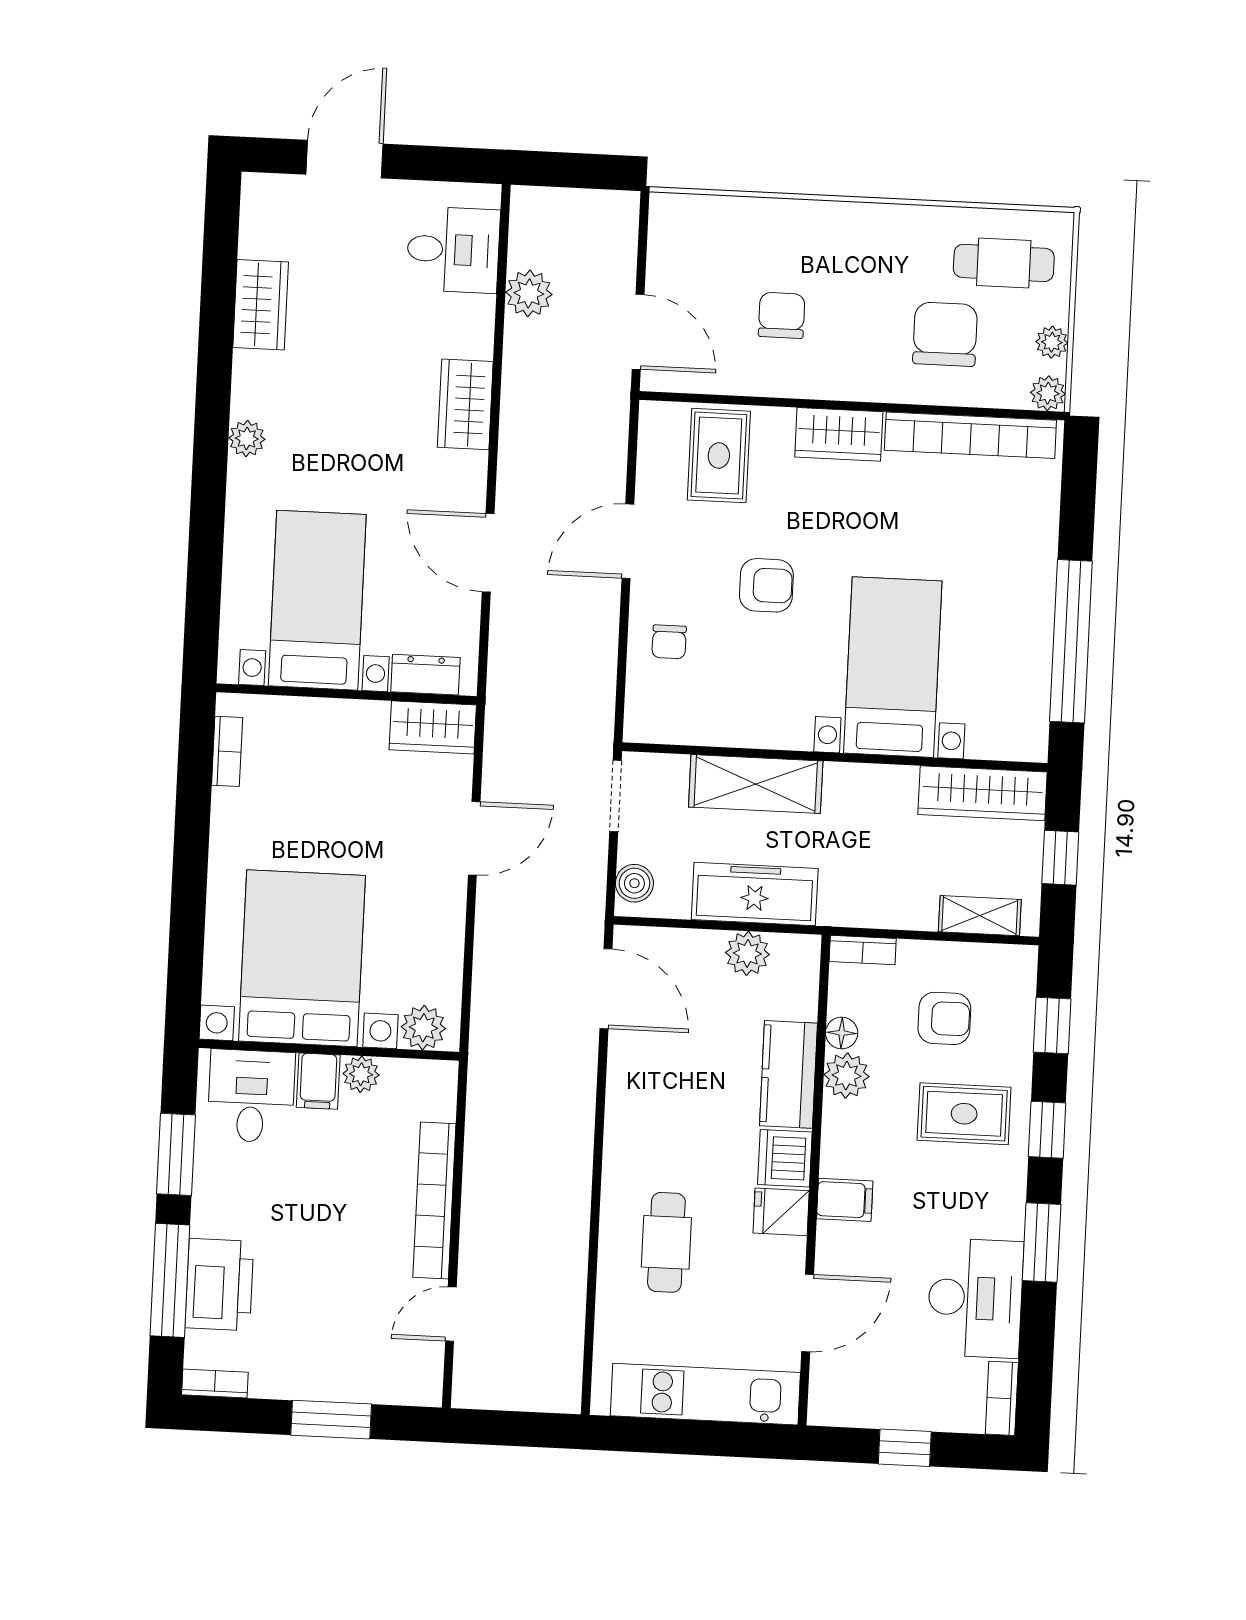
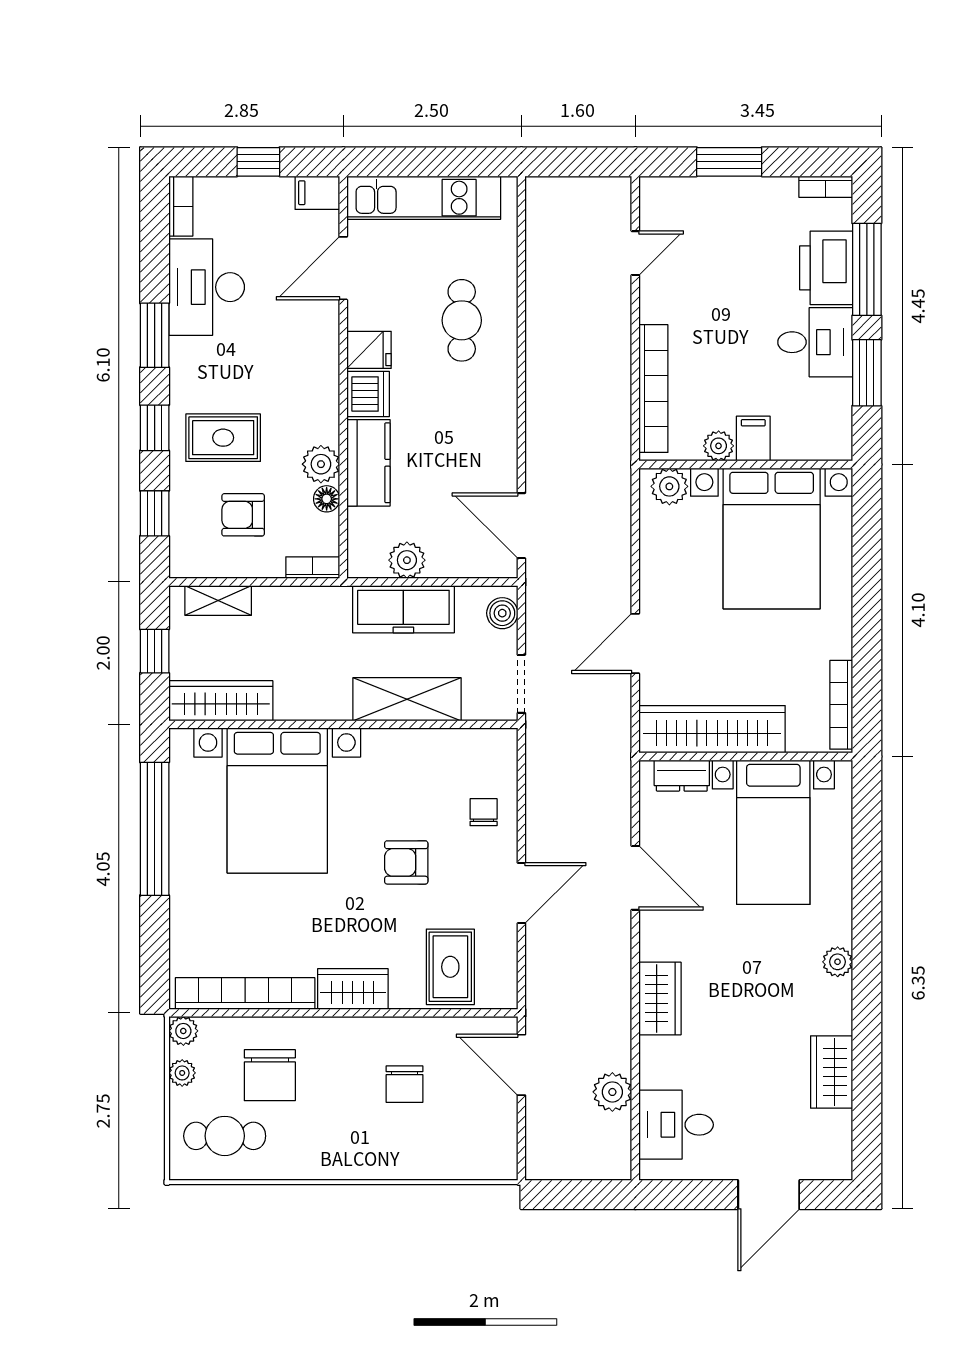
bed with nightstands: (893, 667) -> (277, 801), width x1.36
wardrobe: (433, 727) -> (712, 729), width x2.10, depth x1.17
bookcase: (227, 751) -> (841, 705), width x1.56
desk: (251, 1096) -> (815, 342), moved, turned -90
bookcase: (434, 1200) -> (653, 389), moved
filing cabinet: (845, 1200) -> (317, 193), moved

